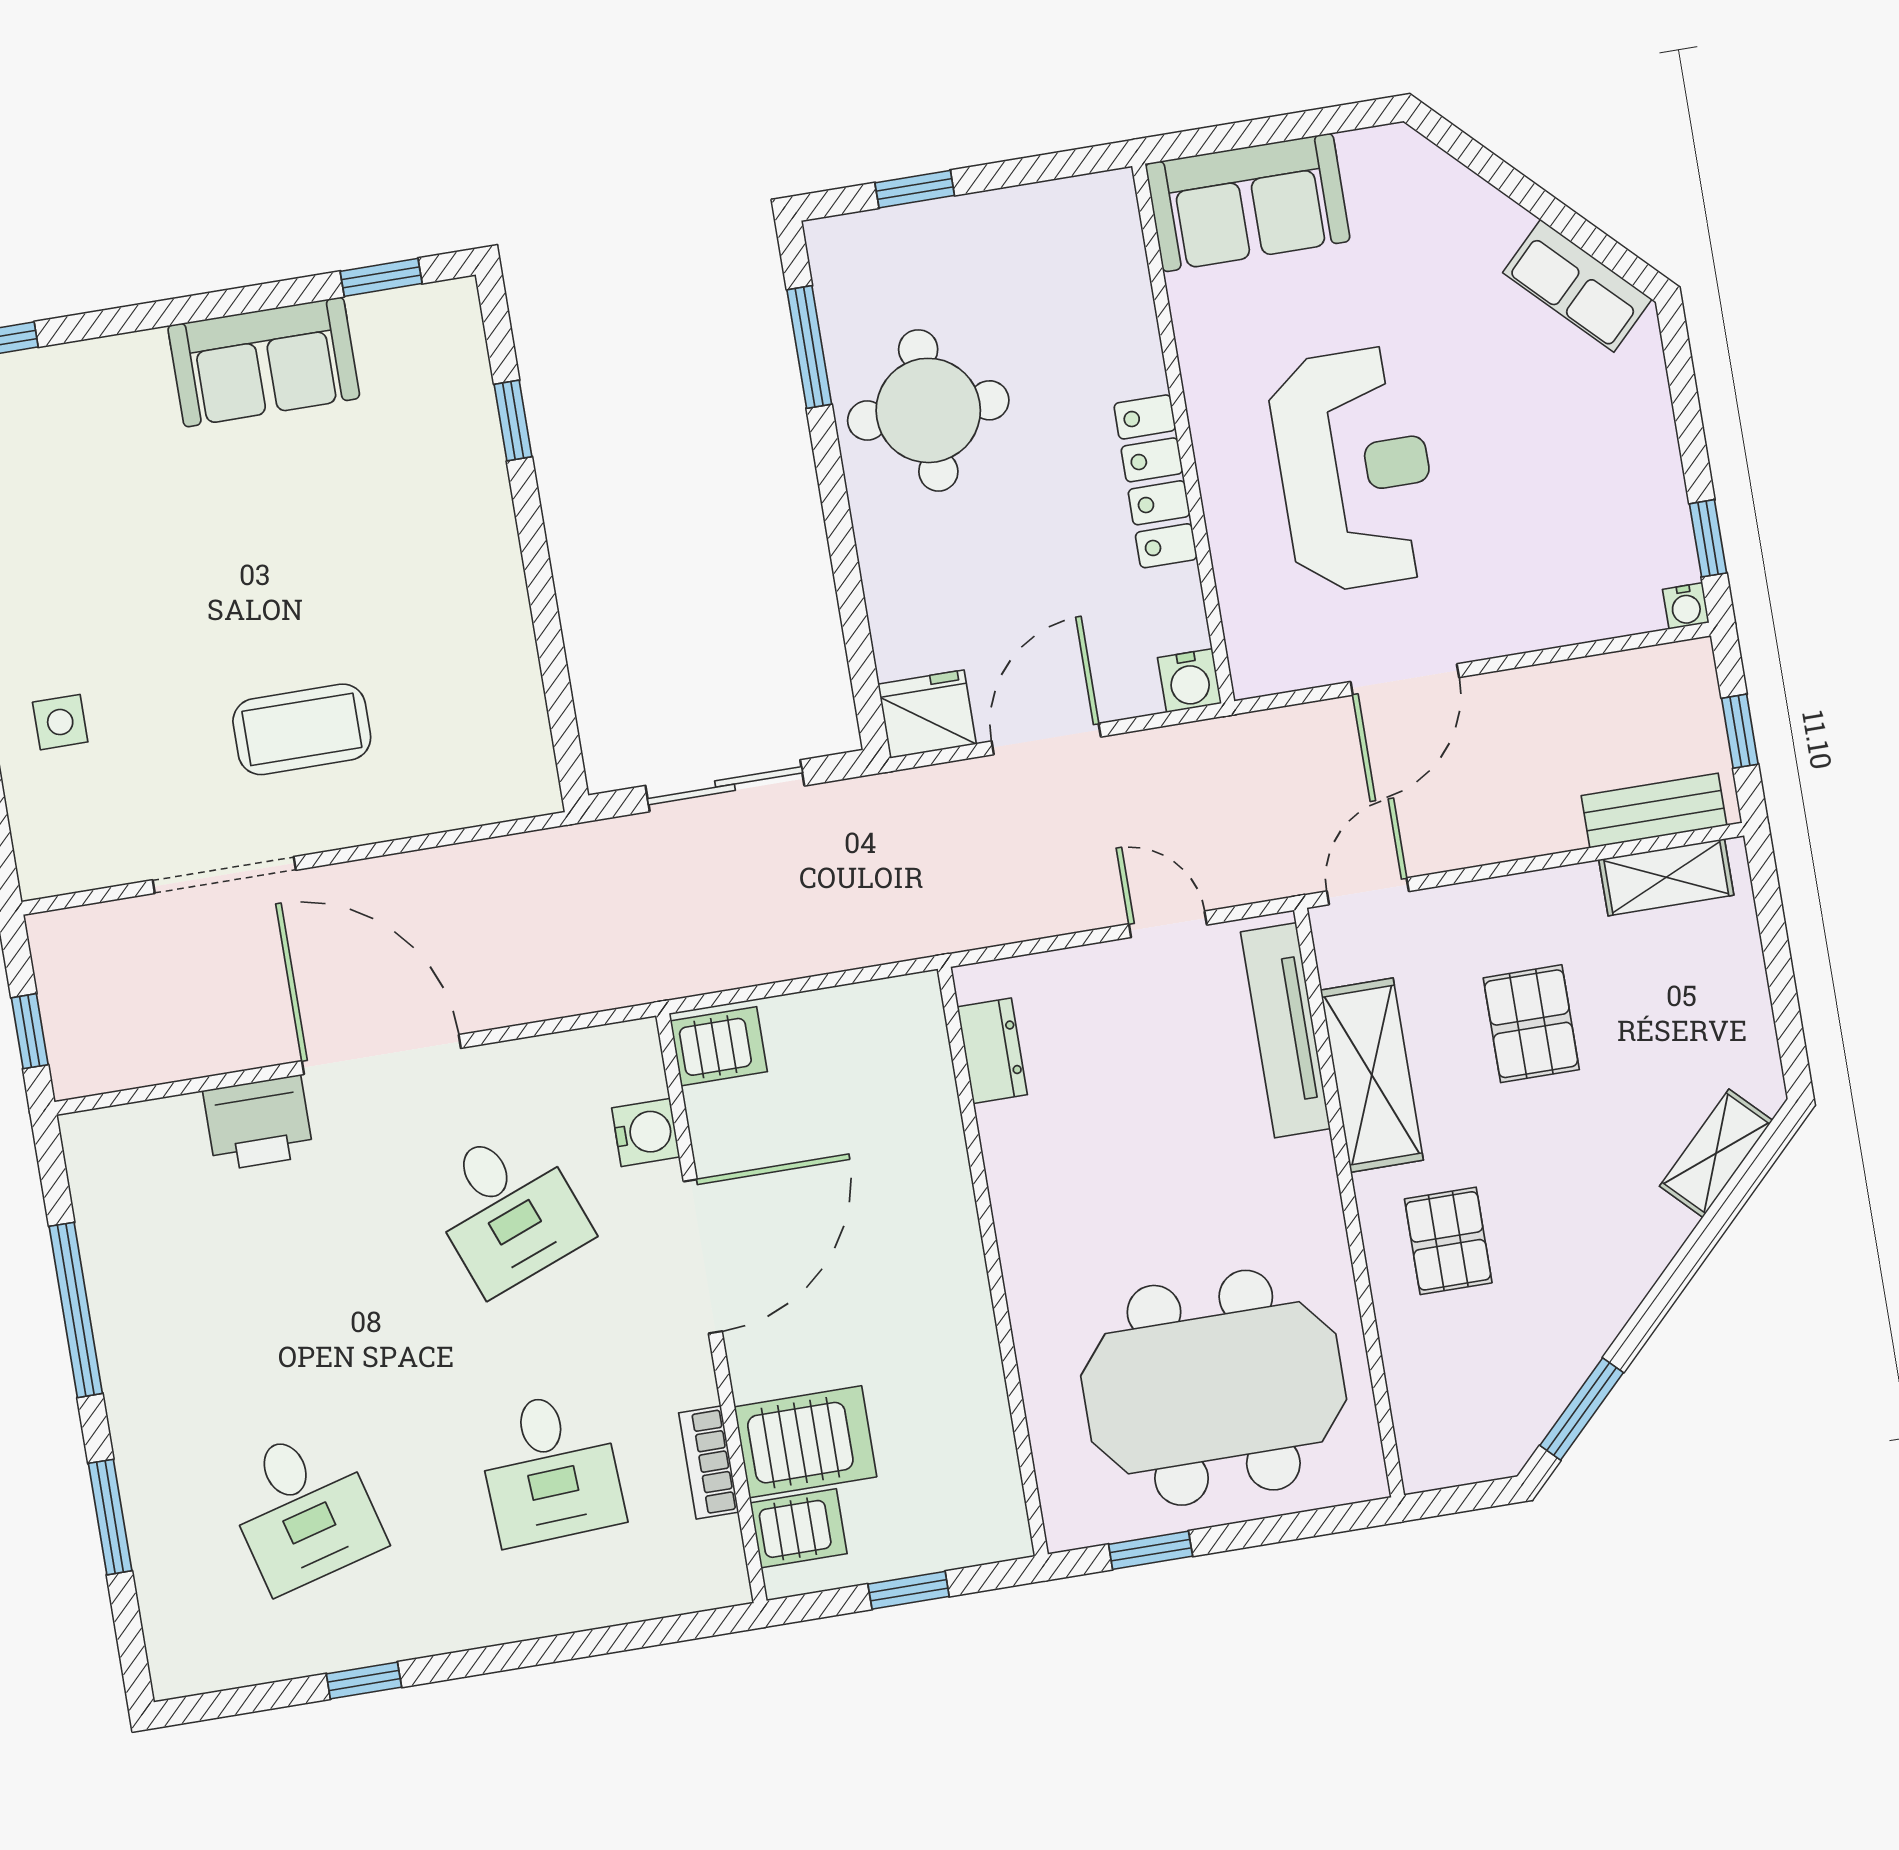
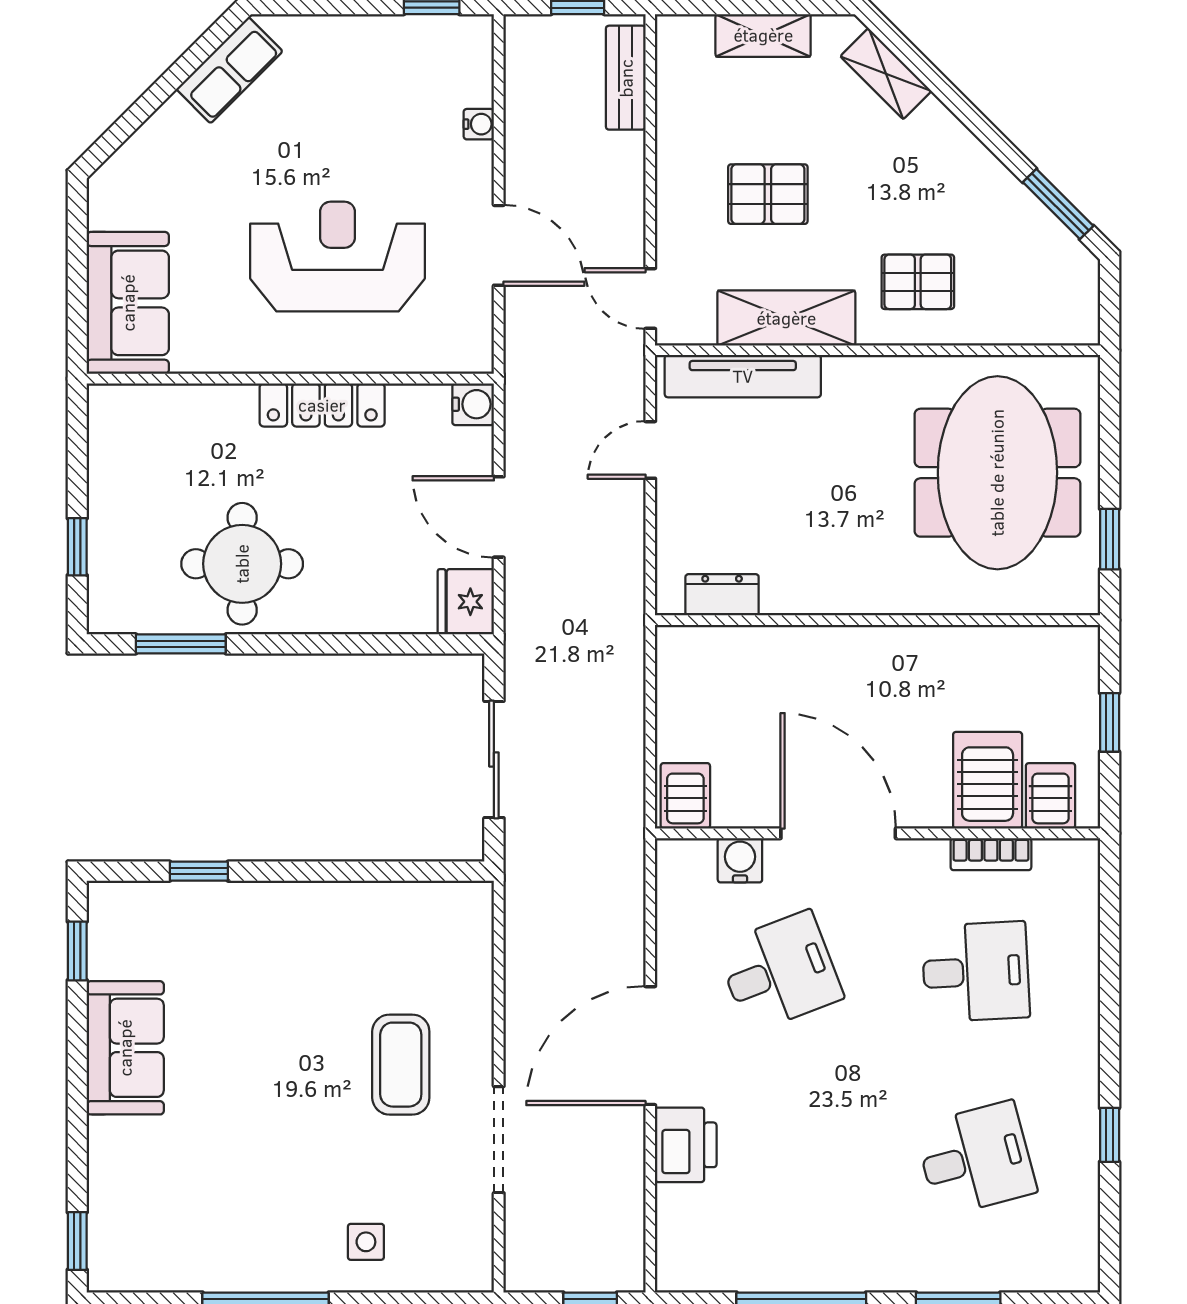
water cooler: (1686, 606) -> (479, 124), moved
shelving: (1666, 877) -> (763, 35), moved, turned 90

